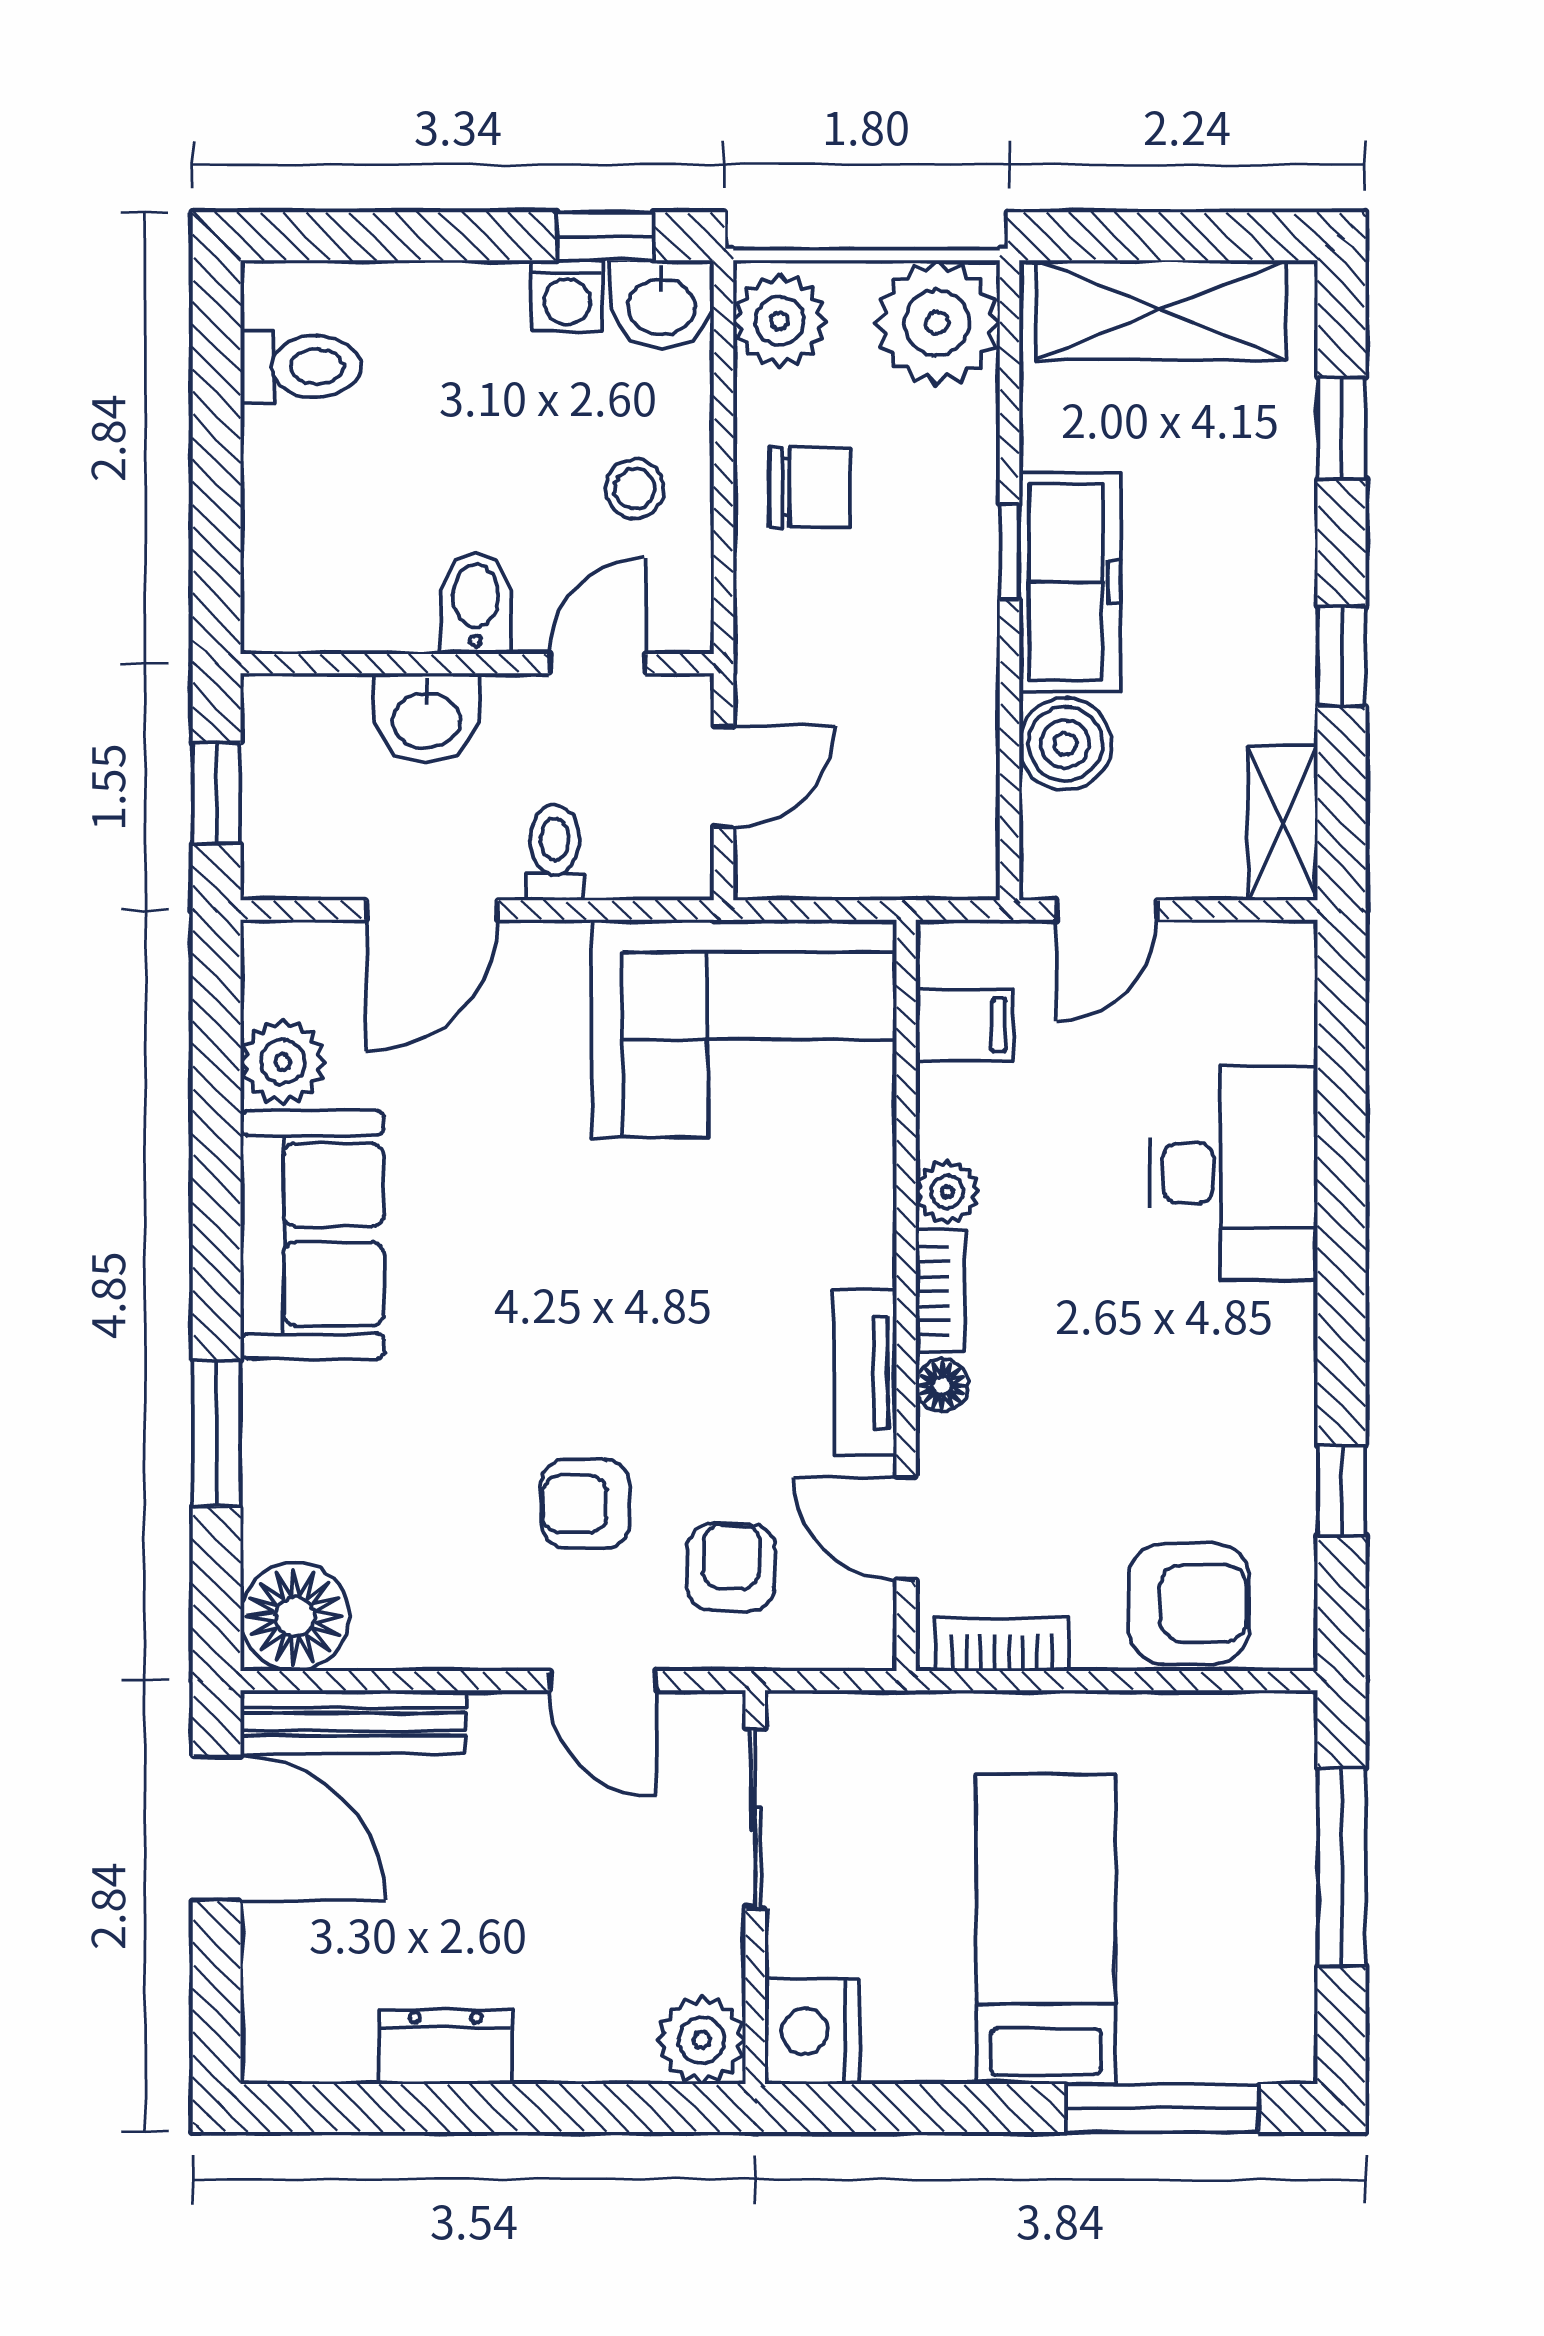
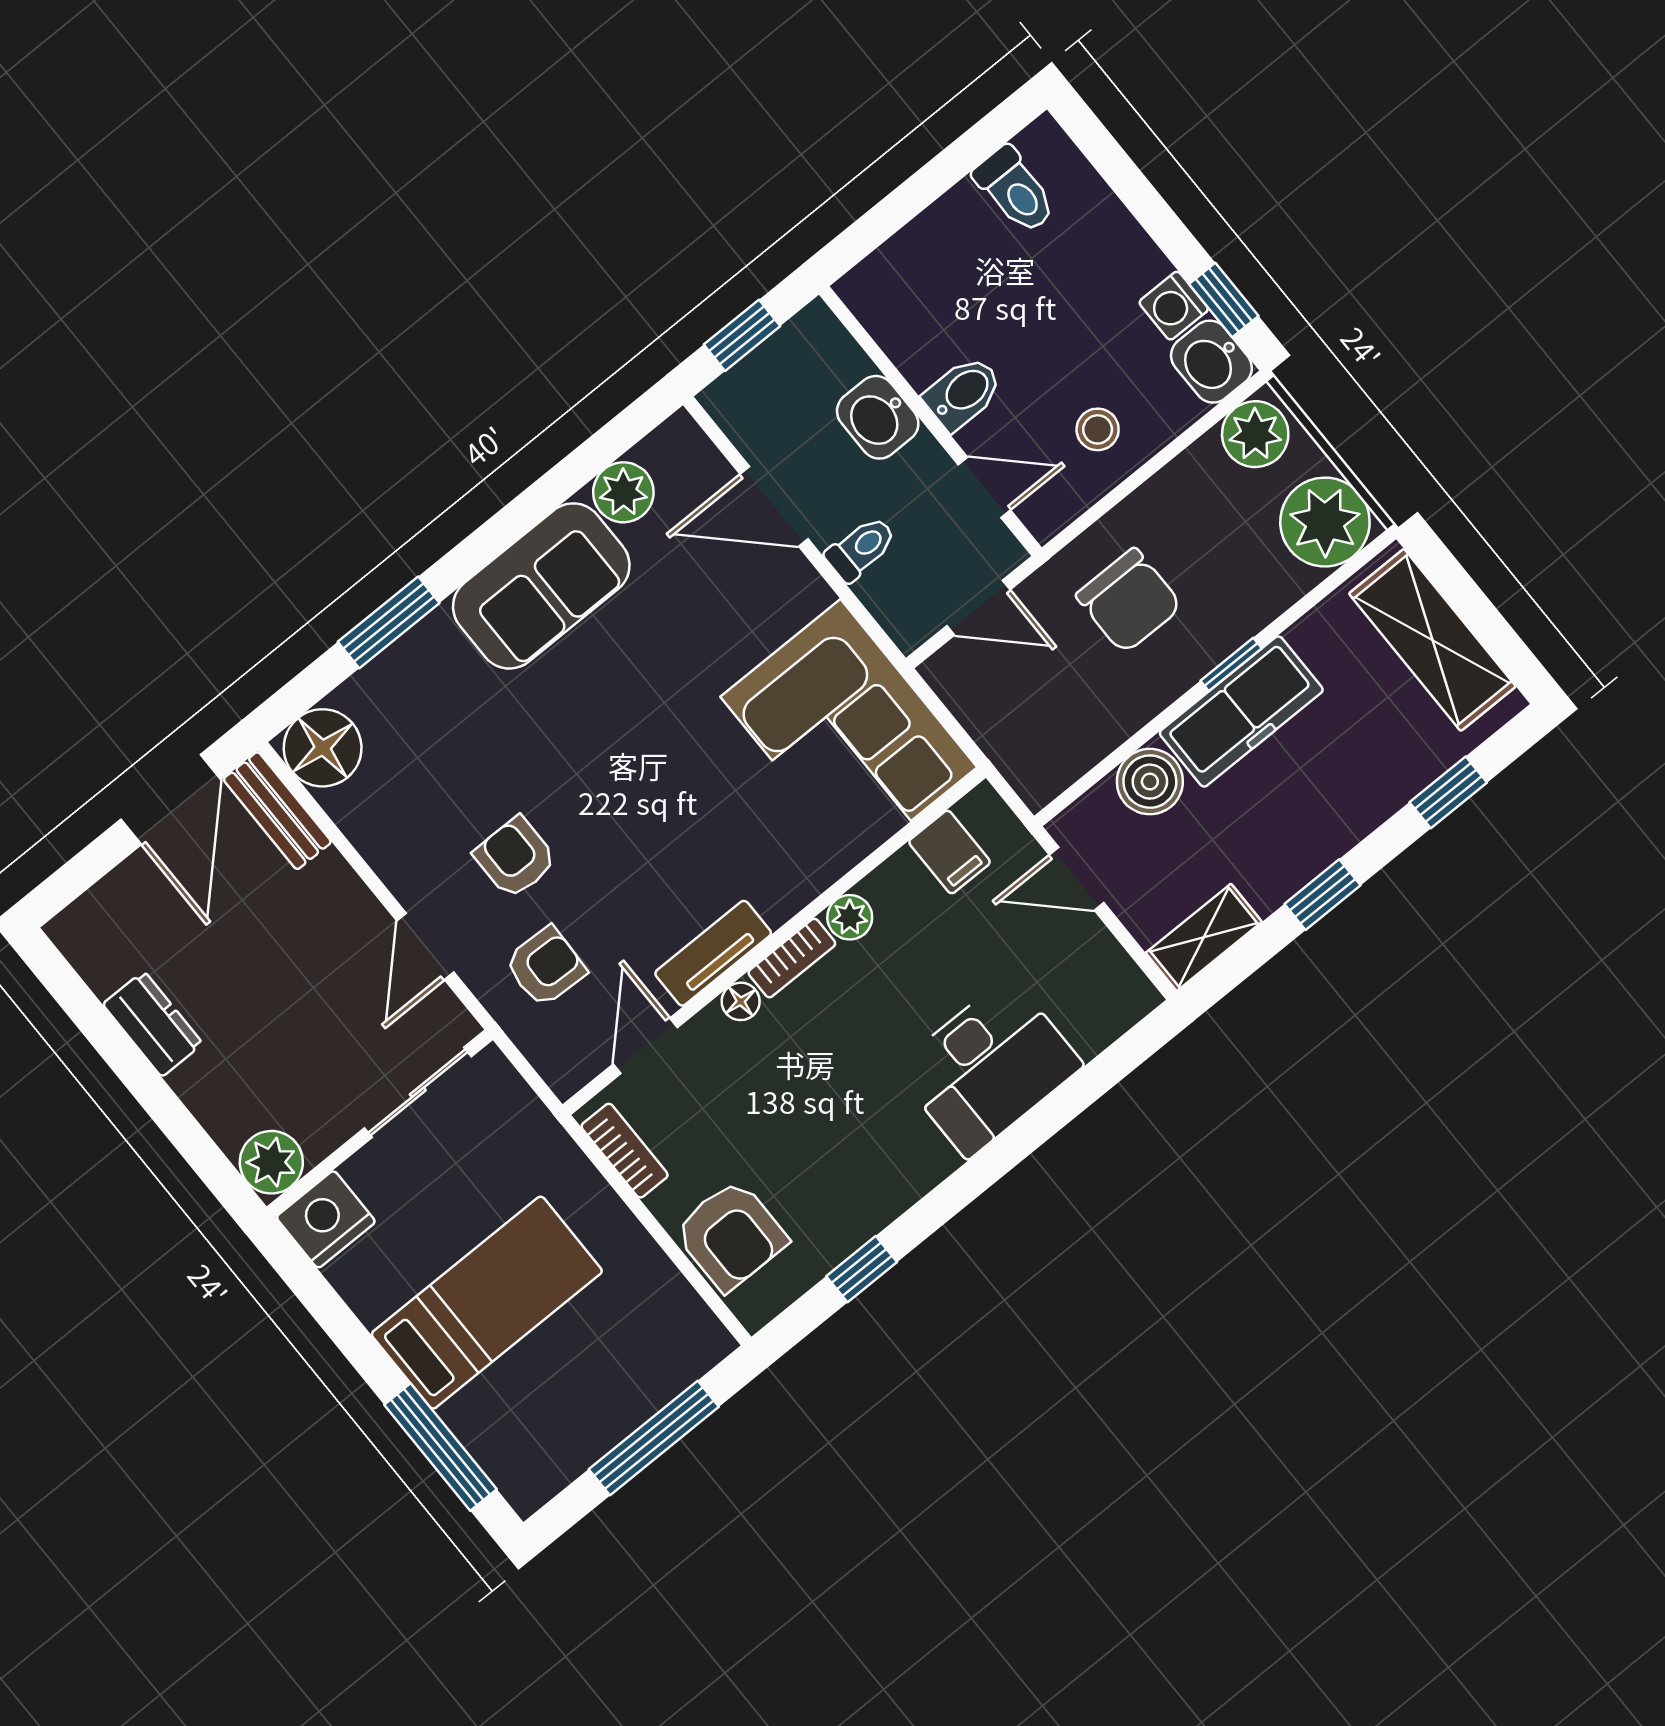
chair: (810, 487) -> (1129, 601), moved, width x1.37, depth x1.37
bench: (353, 1722) -> (277, 811), width x0.73

